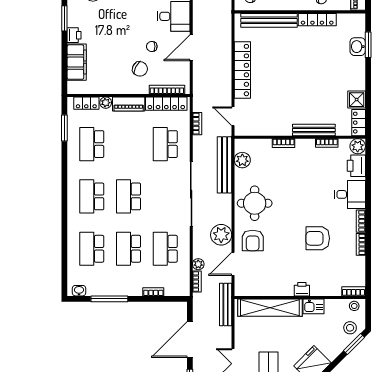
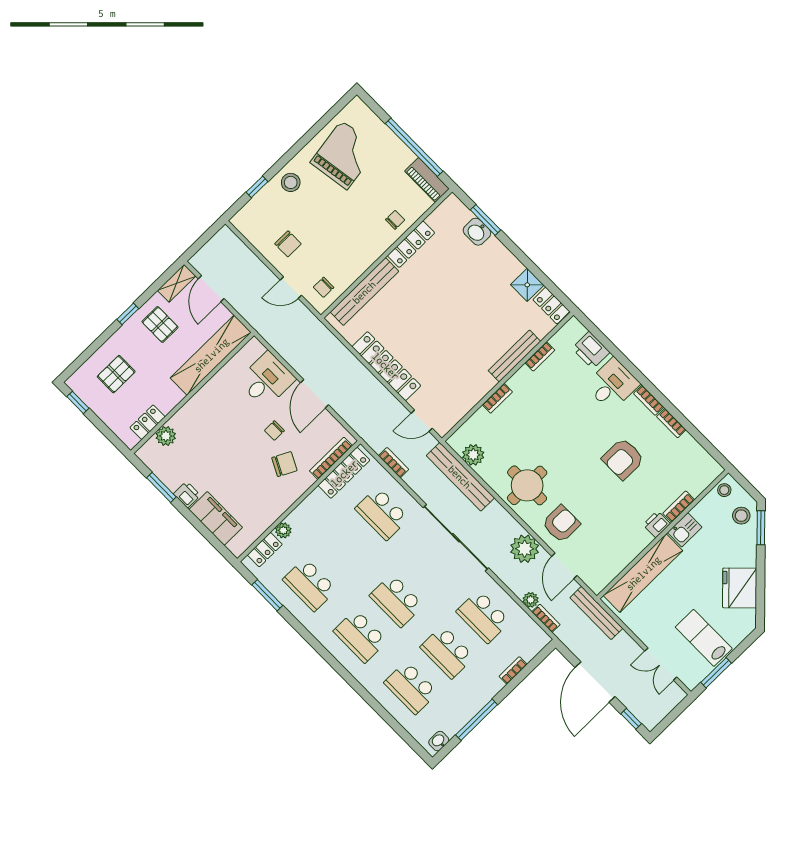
piano: (129, 104) -> (307, 510), removed
plant: (358, 146) -> (573, 330), removed
armchair: (253, 240) -> (561, 524), turned -90
bookcase: (354, 291) -> (679, 507), moved

